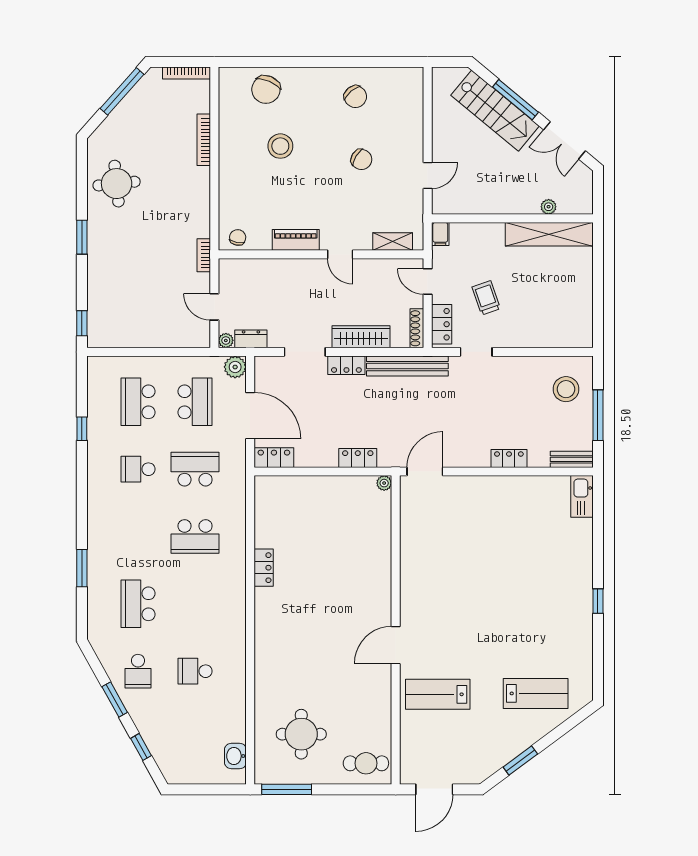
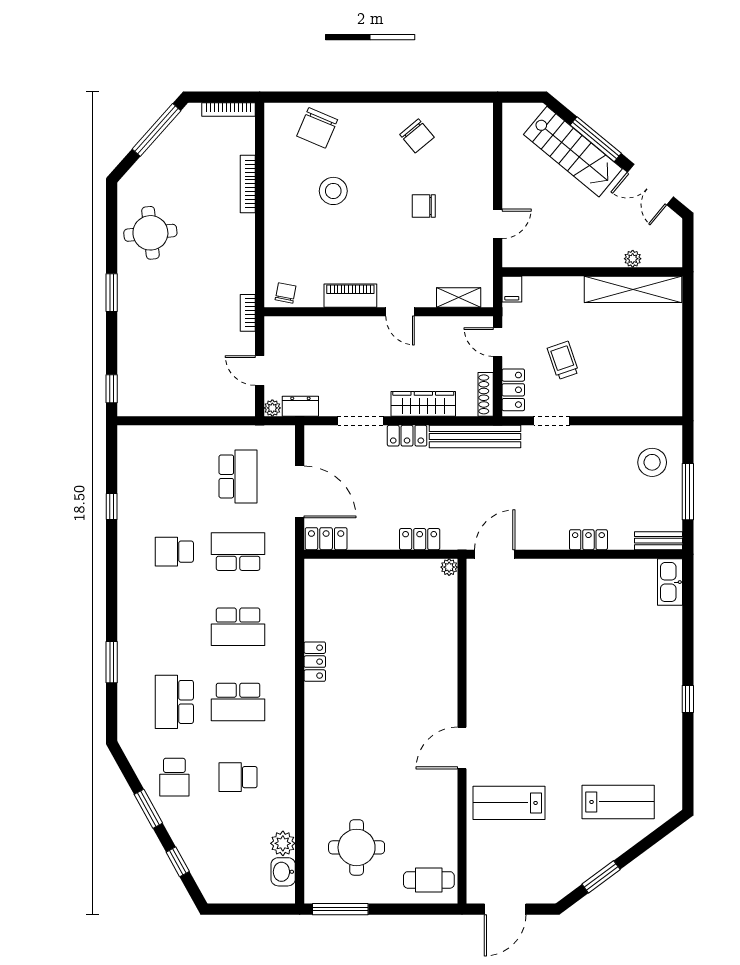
chair: (361, 159) -> (424, 206), turned 149
plant: (235, 367) -> (283, 843), moved
school desk: (138, 402) -> (238, 702), moved, turned -90

